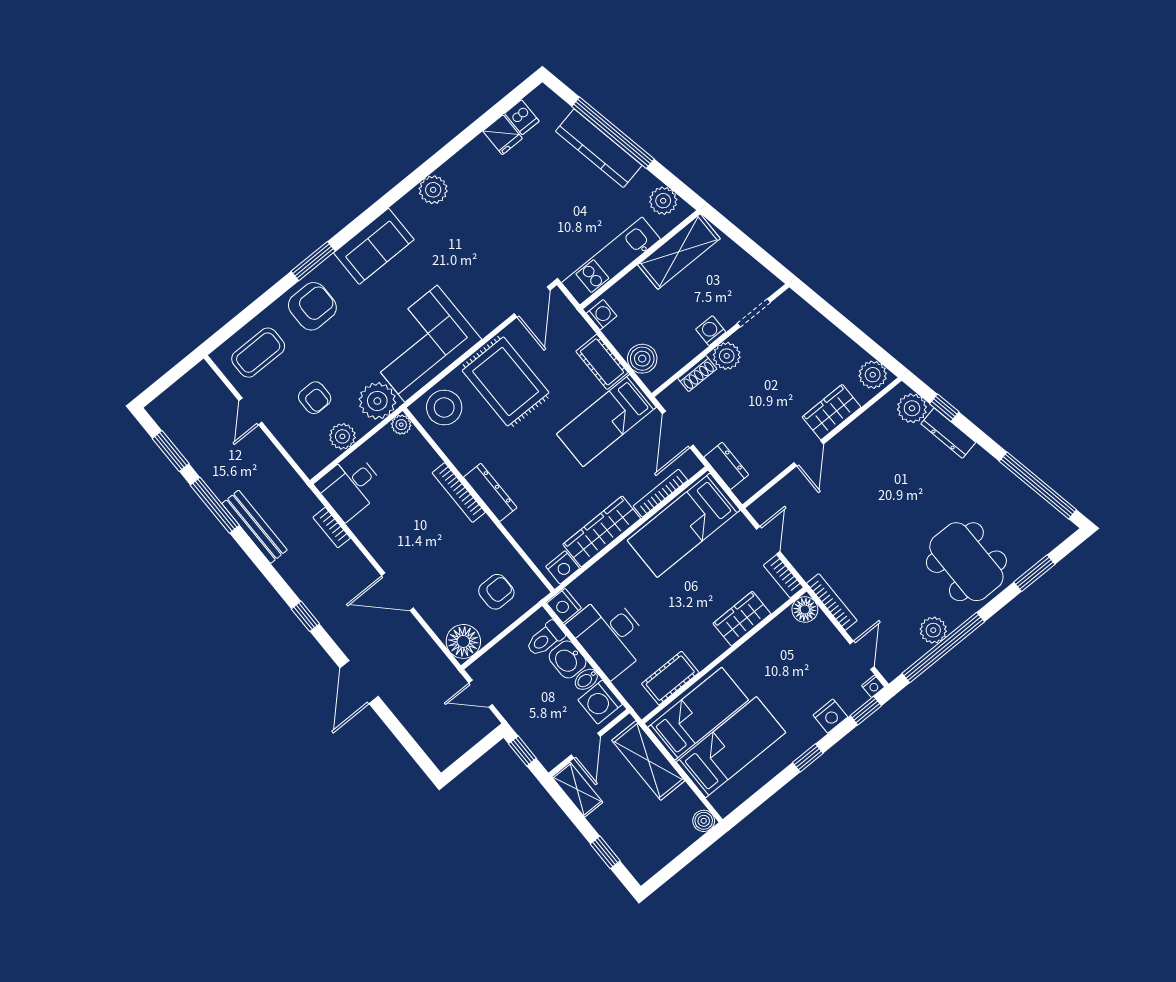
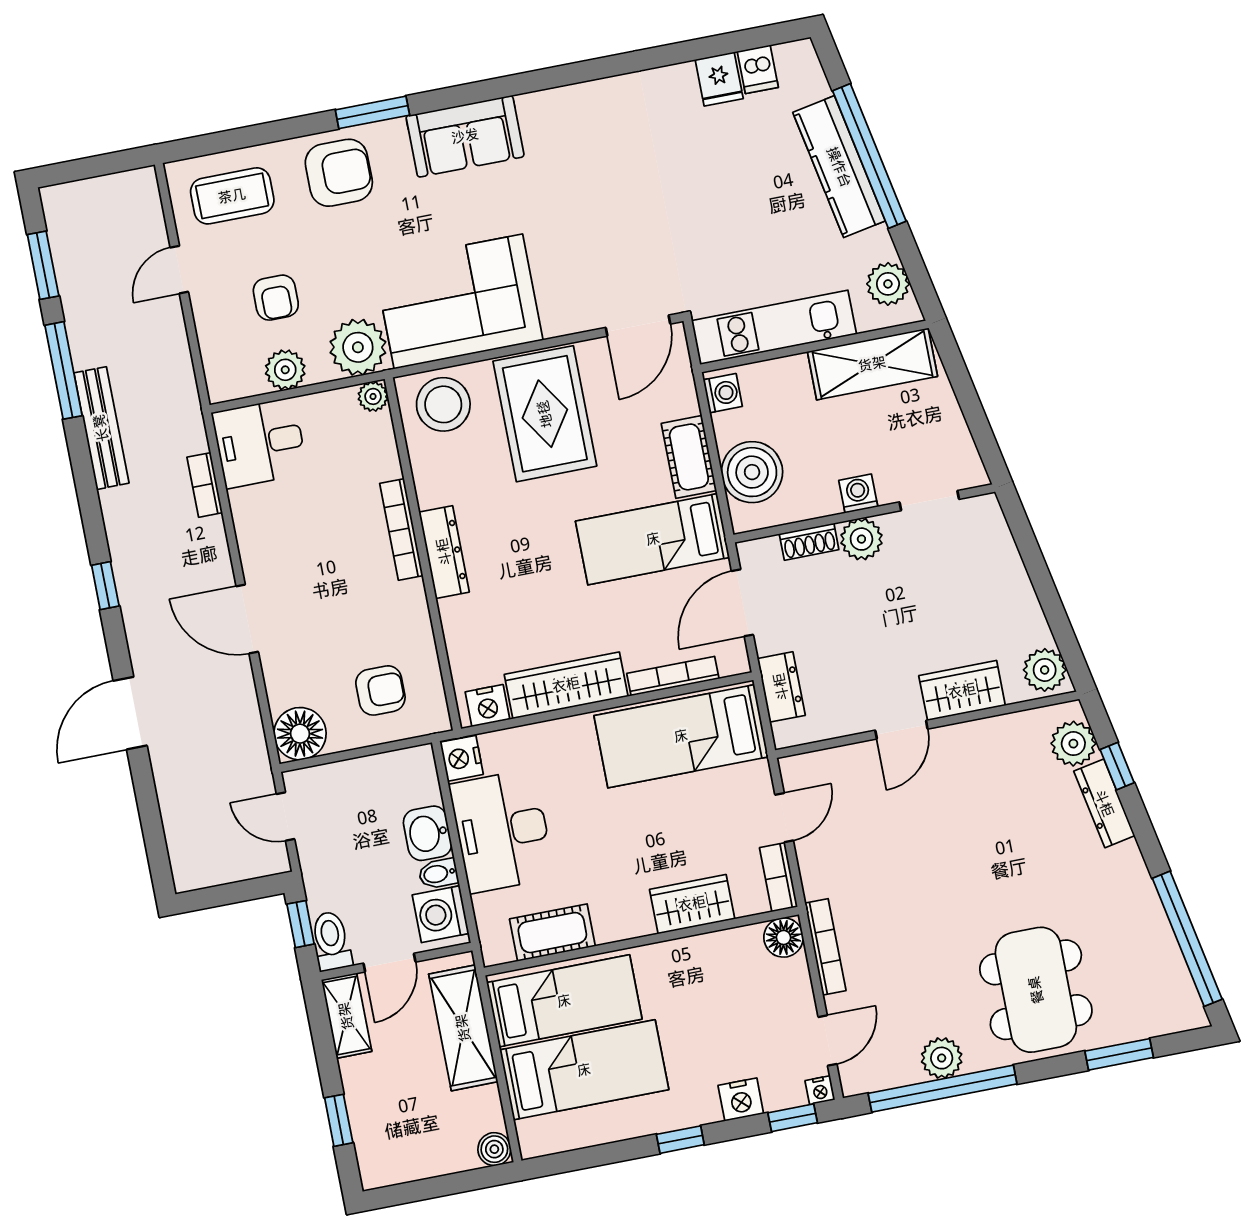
plant: (433, 190) -> (586, 103), removed
boiler: (642, 359) -> (752, 472), width x1.37, depth x1.37
toilet: (545, 639) -> (331, 941), moved, turned 90

